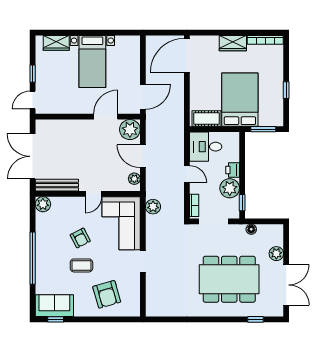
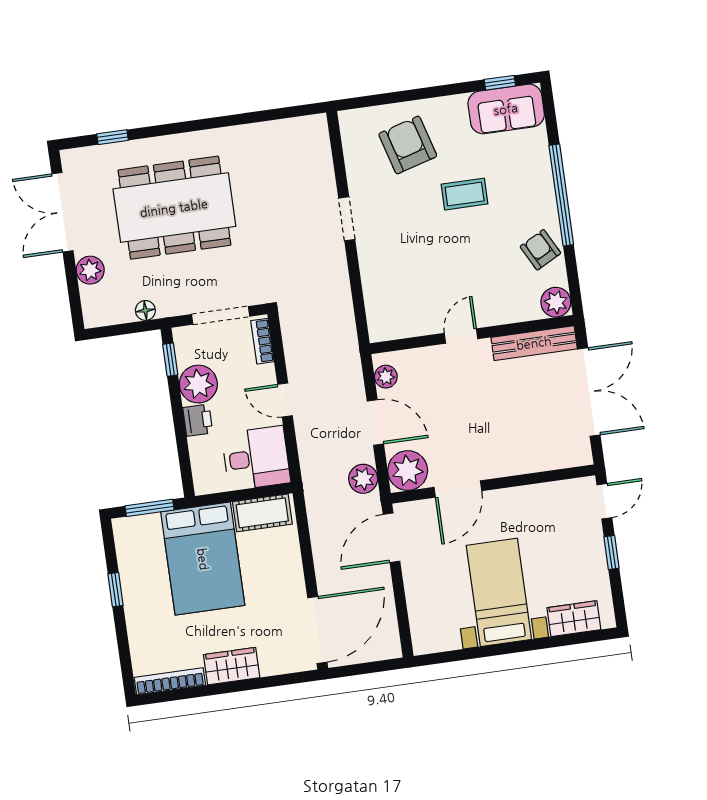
plant: (153, 207) -> (363, 479), moved
corner sofa: (121, 223) -> (399, 287), removed
armchair: (80, 238) -> (540, 250), moved

